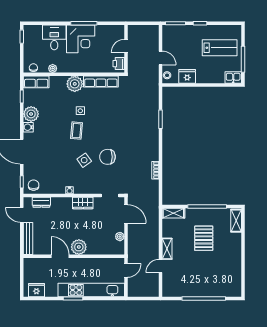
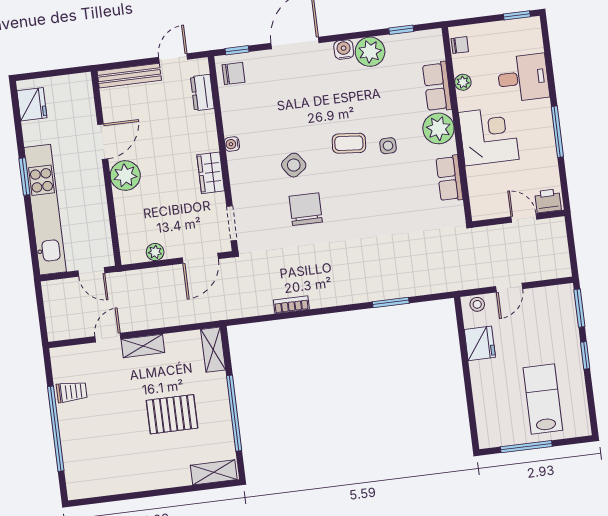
corner desk: (81, 39) -> (489, 136), moved, turned 180
lab bench: (220, 48) -> (543, 399), turned 180
printer: (119, 64) -> (548, 201), moved
kitchen sink: (233, 78) -> (489, 432), removed
row of seats: (101, 81) -> (449, 178), width x0.68
row of seats: (36, 82) -> (437, 87), moved
door: (161, 266) -> (108, 338), hinge flipped
trolley: (186, 288) -> (72, 392), added

